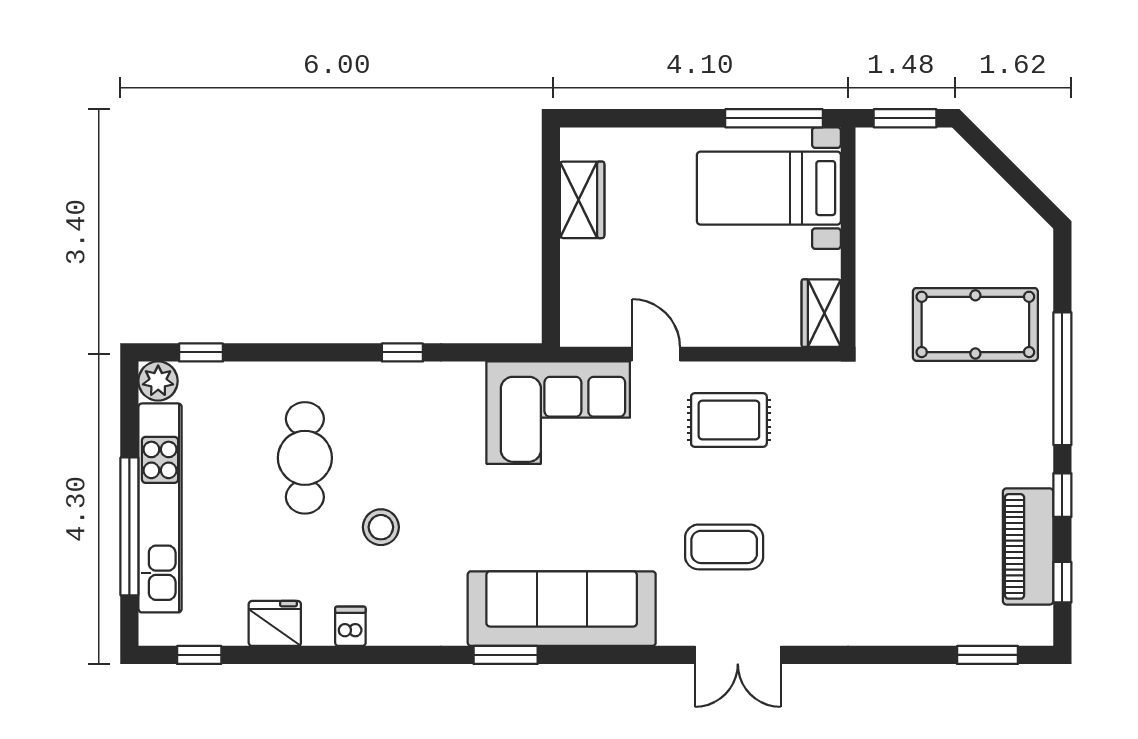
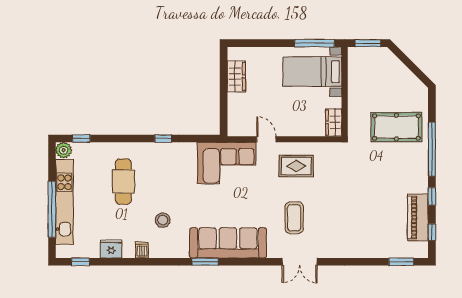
stool: (381, 527) -> (163, 220), moved
coffee table: (724, 547) -> (294, 218), turned 90

